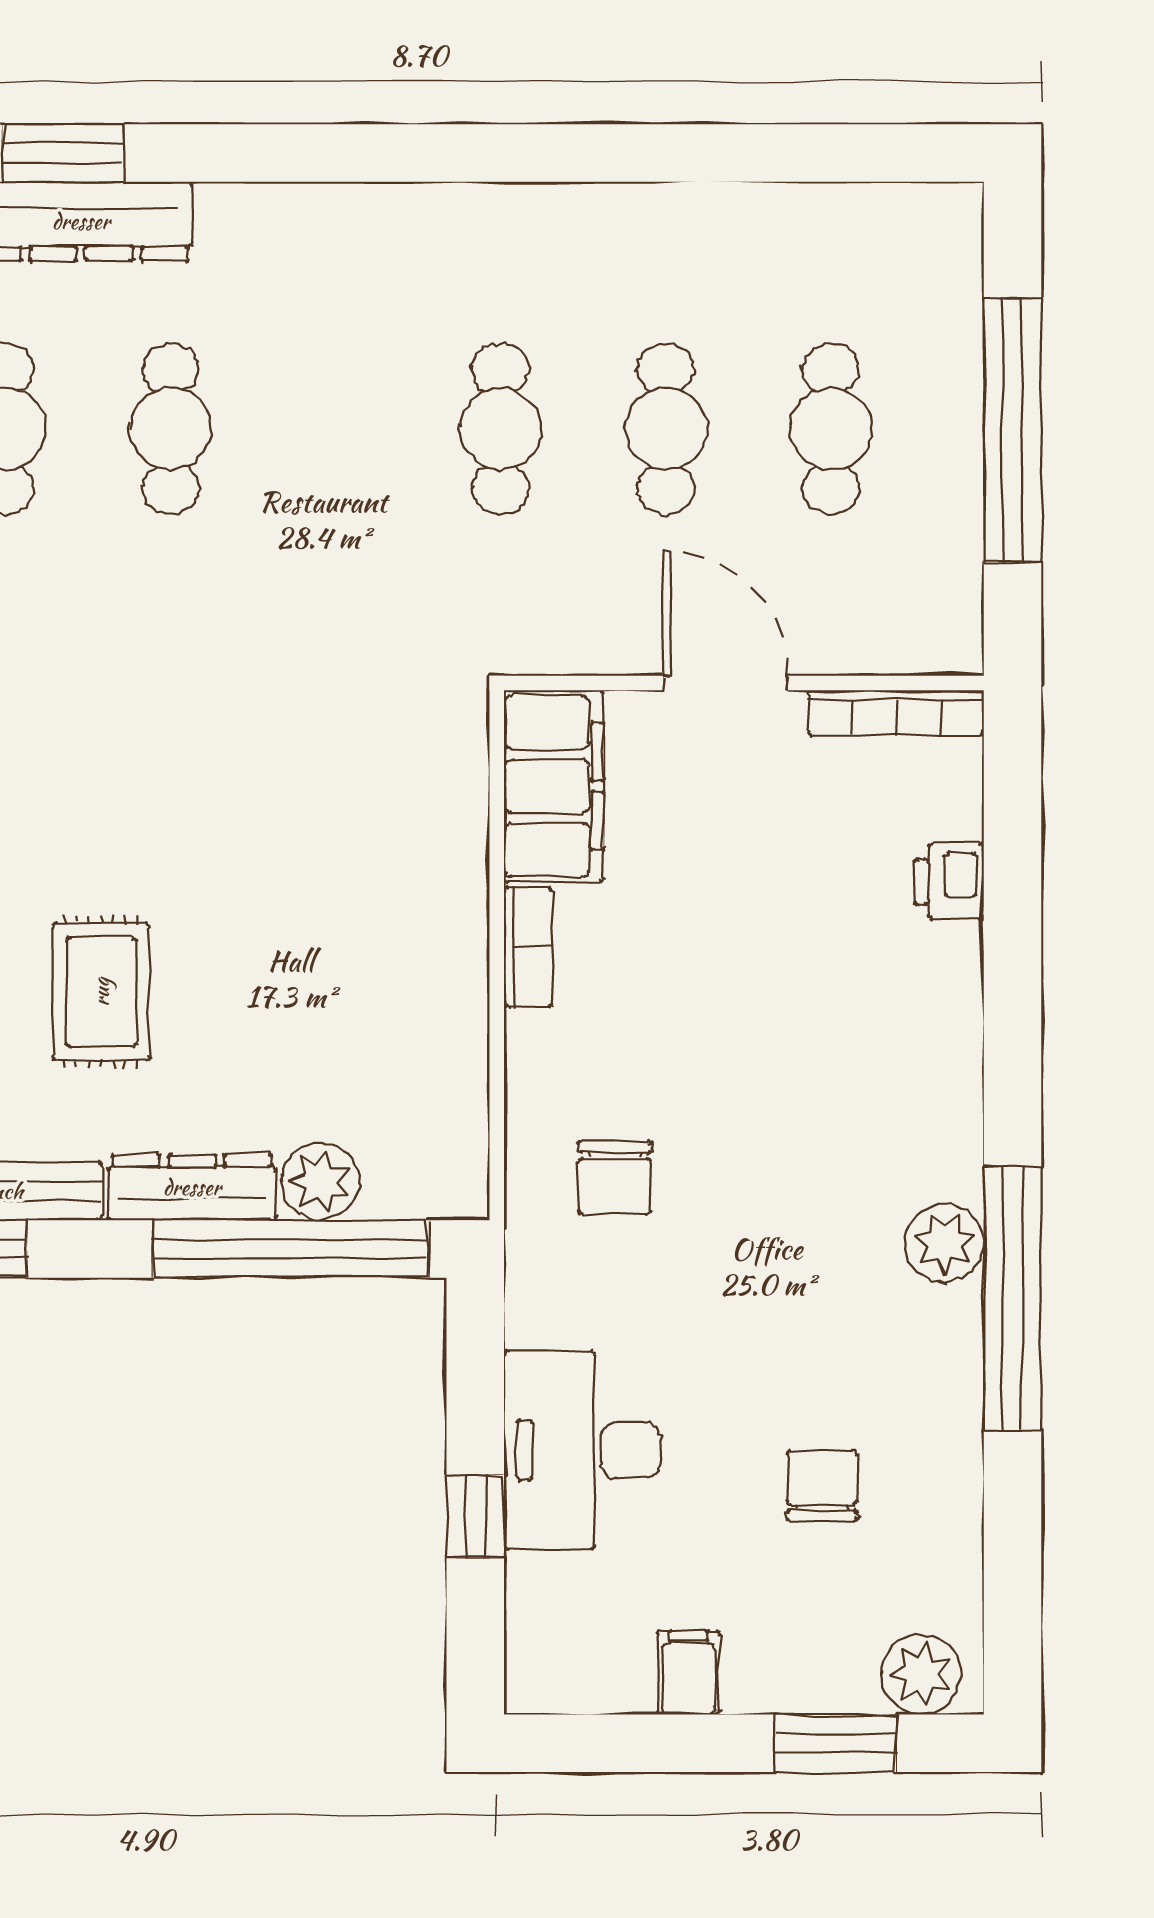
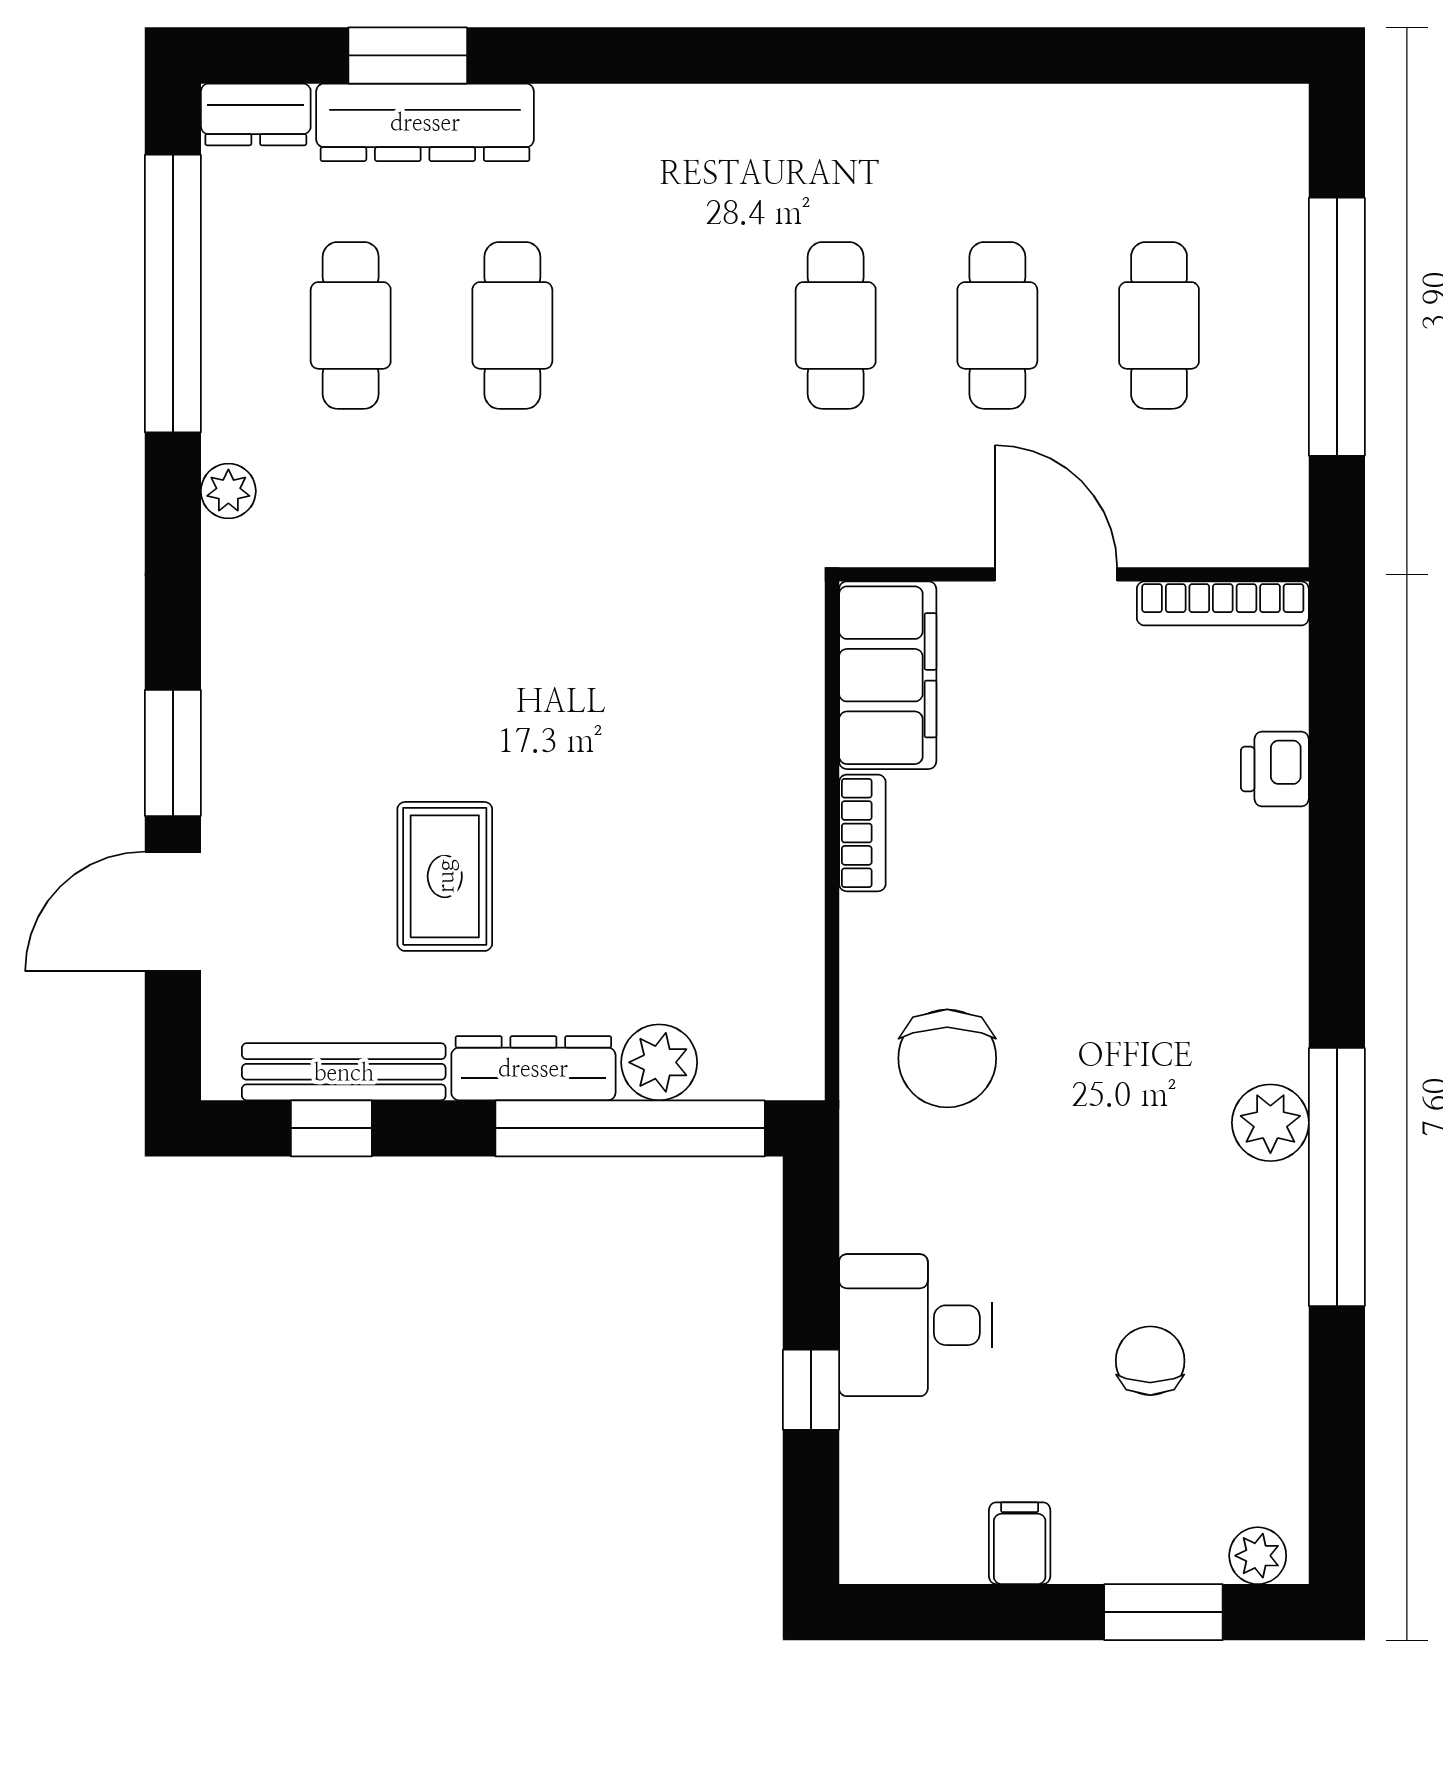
chair: (615, 1177) -> (947, 1058), width x1.37, depth x1.37
desk: (582, 1450) -> (916, 1325), width x0.73
plant: (921, 1675) -> (1258, 1556), width x0.73, depth x0.73

